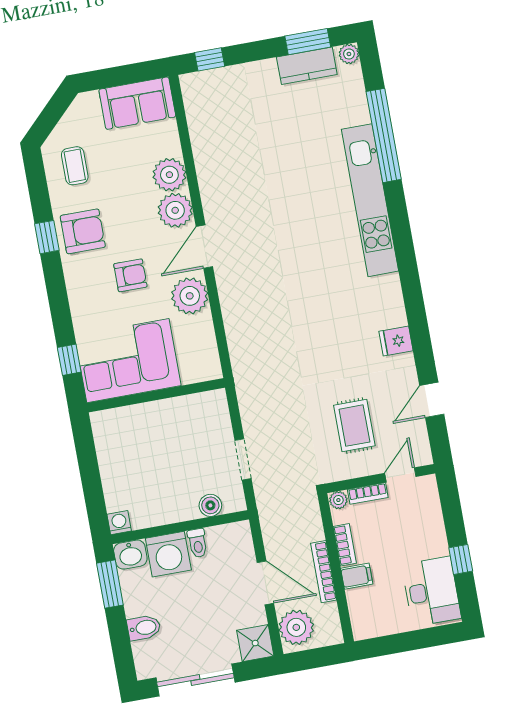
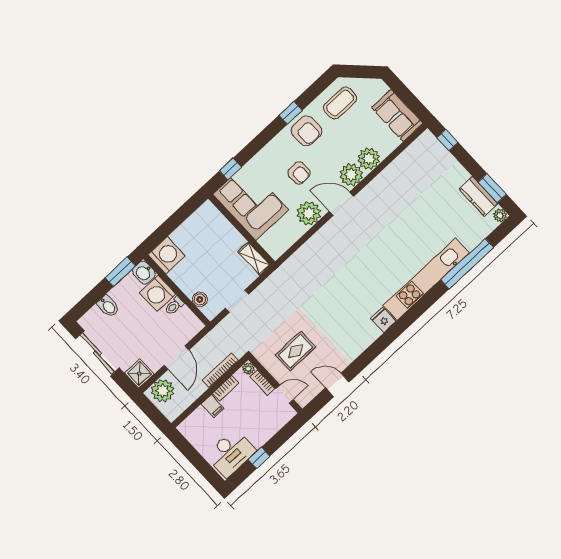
coffee table: (75, 166) -> (340, 103), width x1.36, depth x1.30
fridge: (396, 341) -> (383, 320), moved
shelving: (203, 403) -> (254, 259), added
washing machine: (119, 523) -> (166, 255), width x1.89, depth x1.89
bookcase: (324, 572) -> (220, 370), moved

